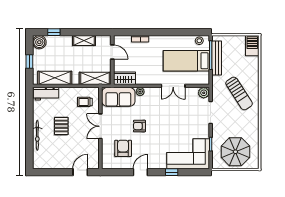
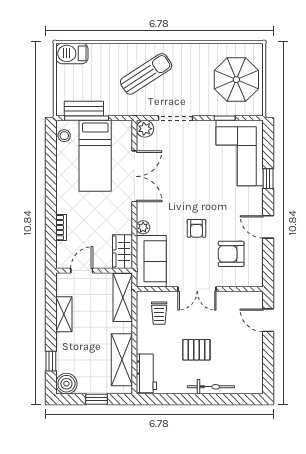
bench: (217, 58) -> (84, 109), width x0.73
double door: (173, 86) -> (134, 176), width x1.37

